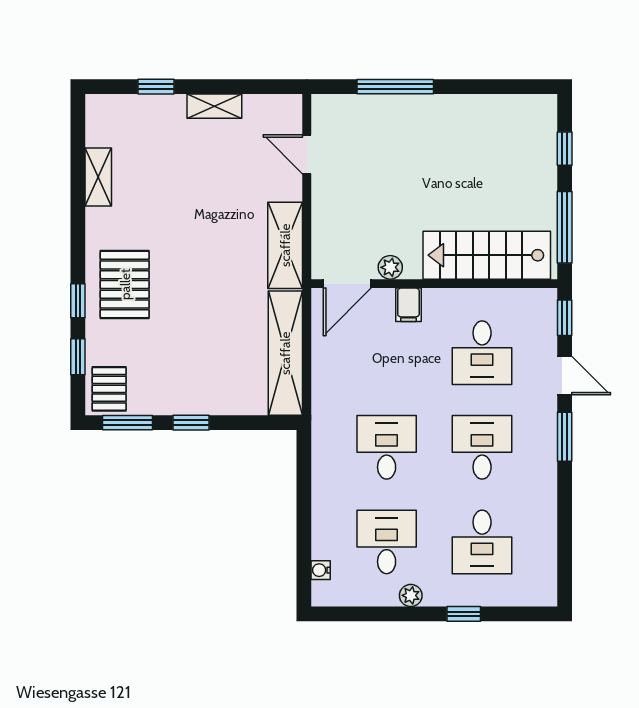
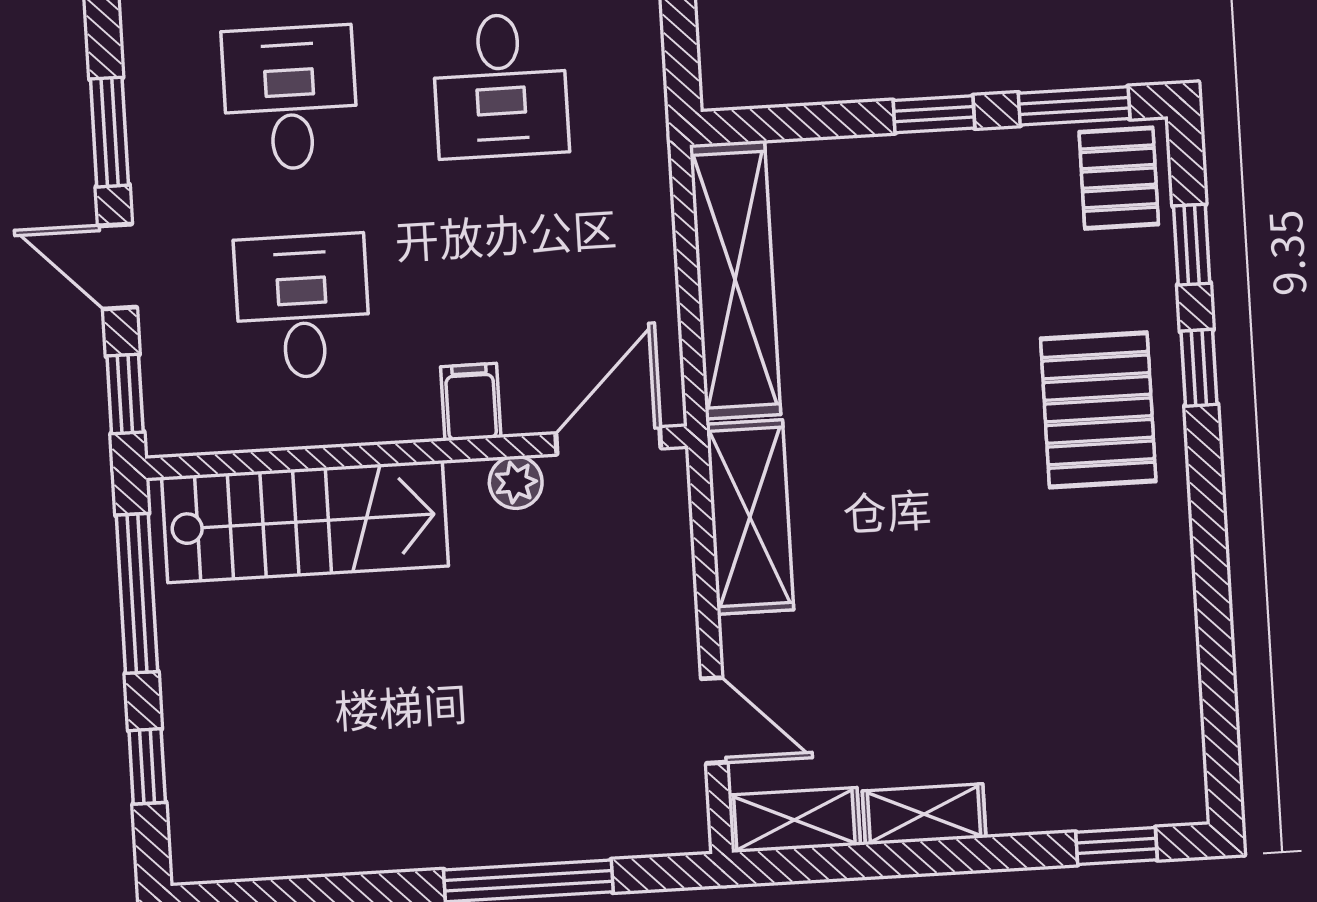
window: (156, 87) -> (1116, 846), moved
shelving: (98, 177) -> (794, 820), moved, turned 90
desk: (482, 447) -> (290, 98), turned 180

